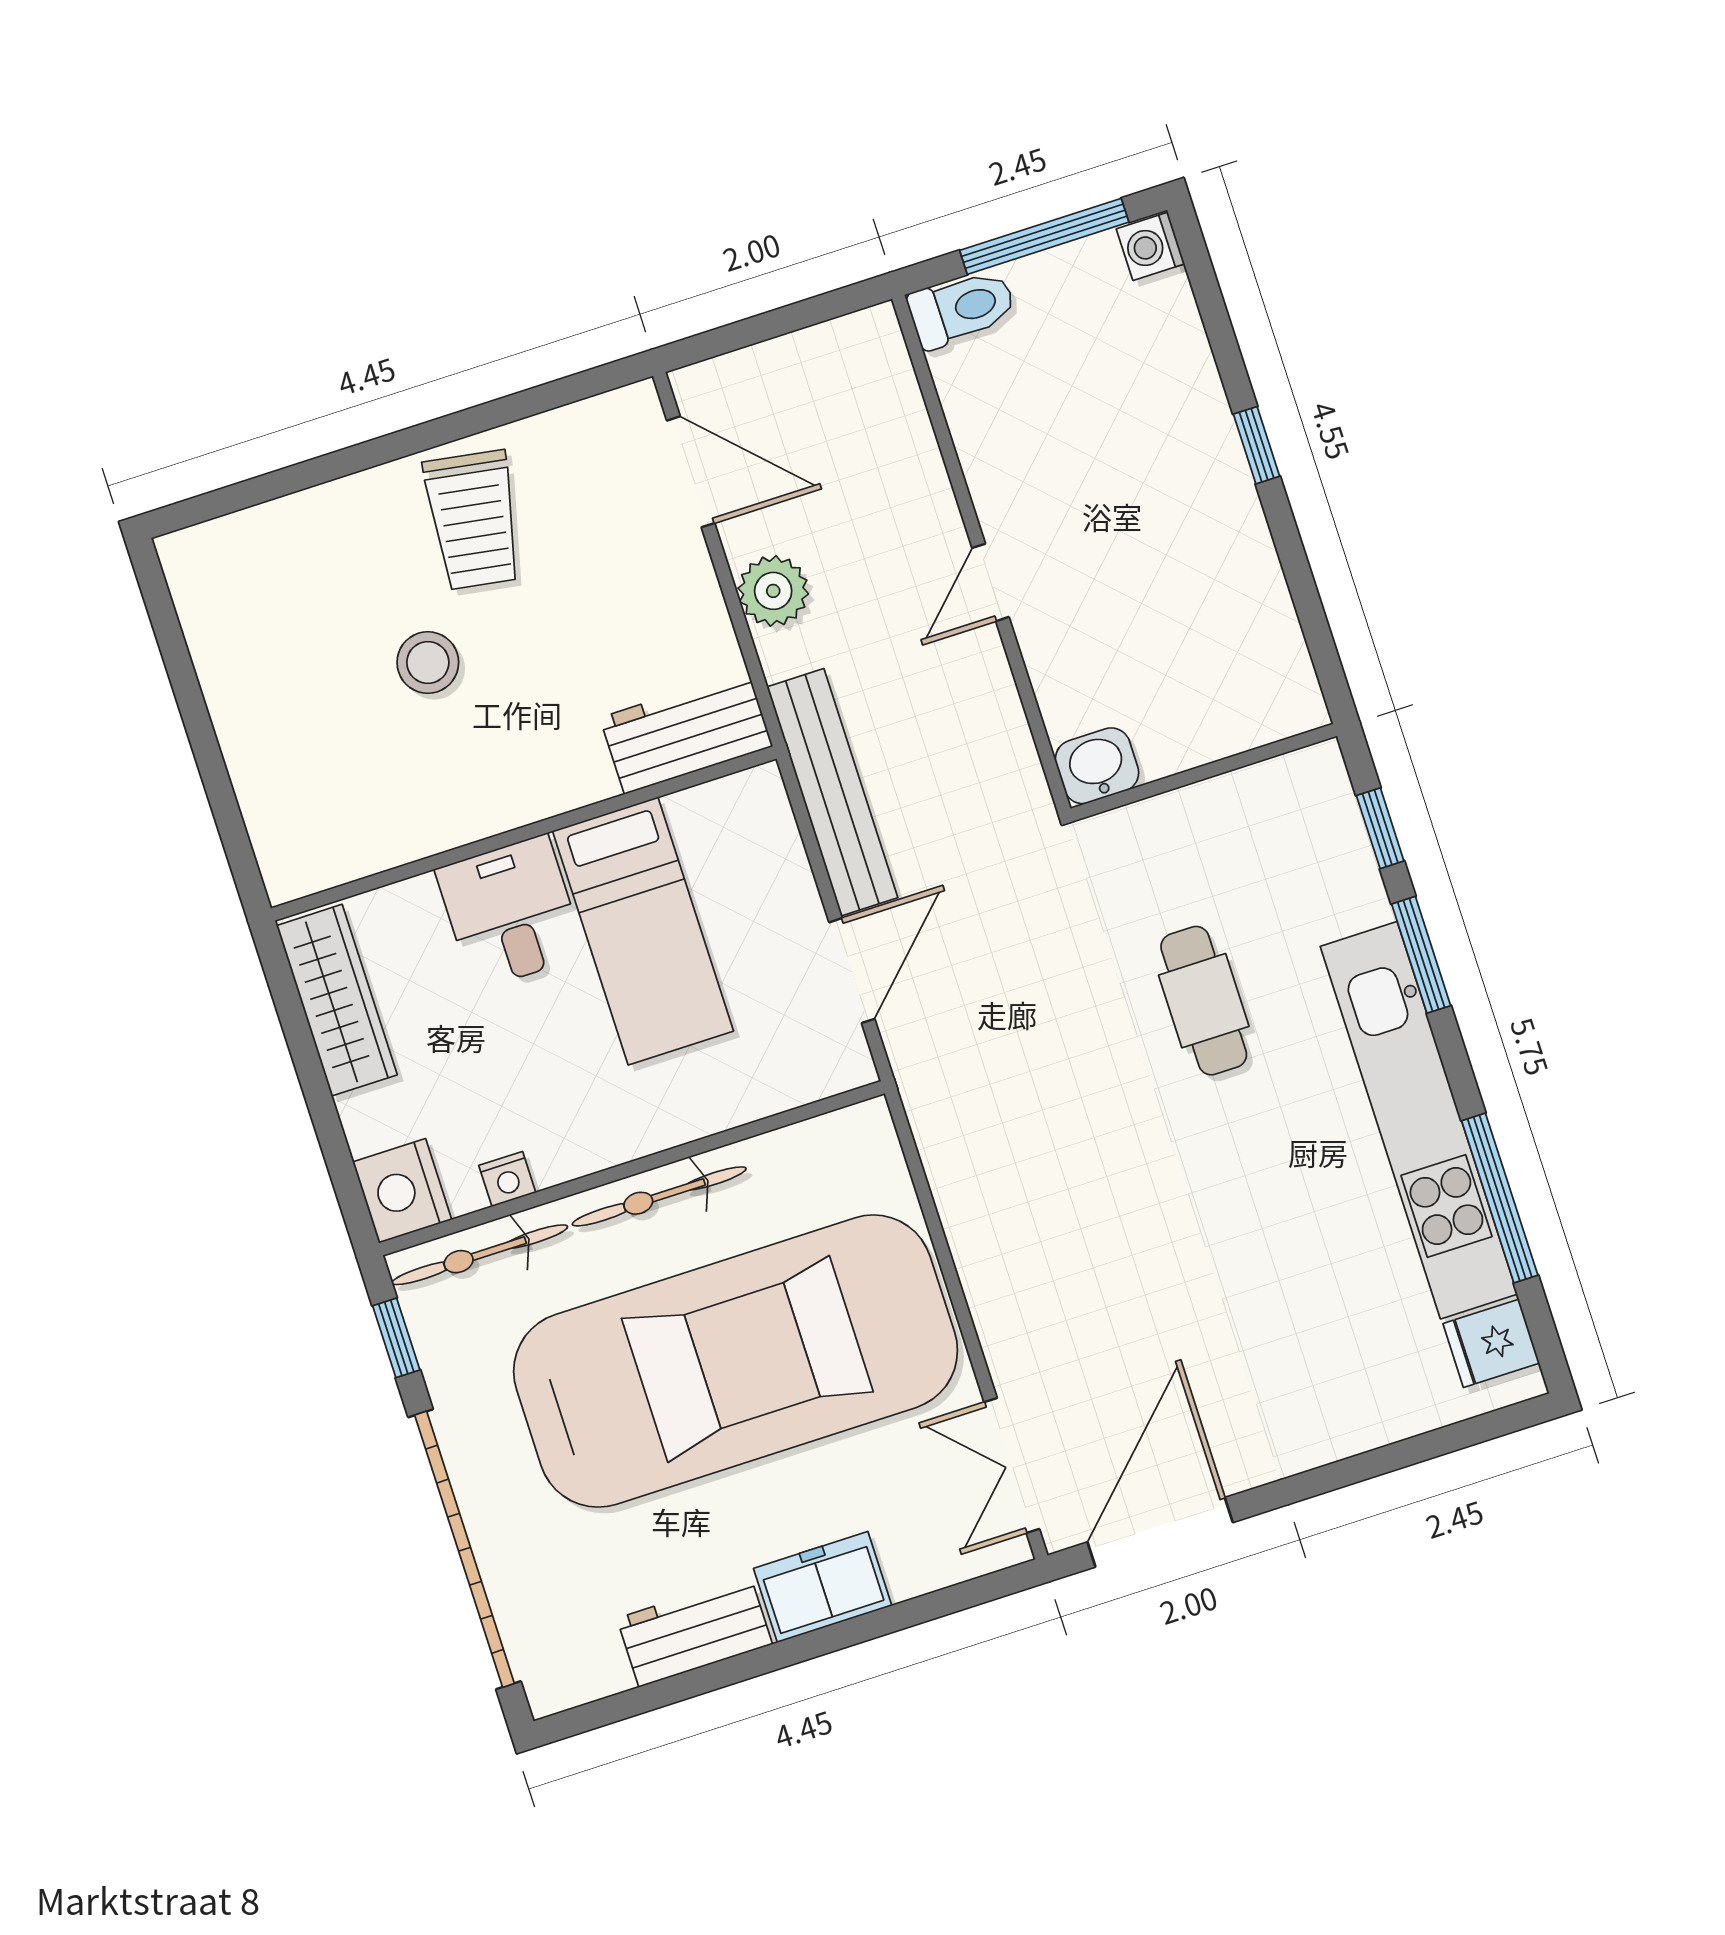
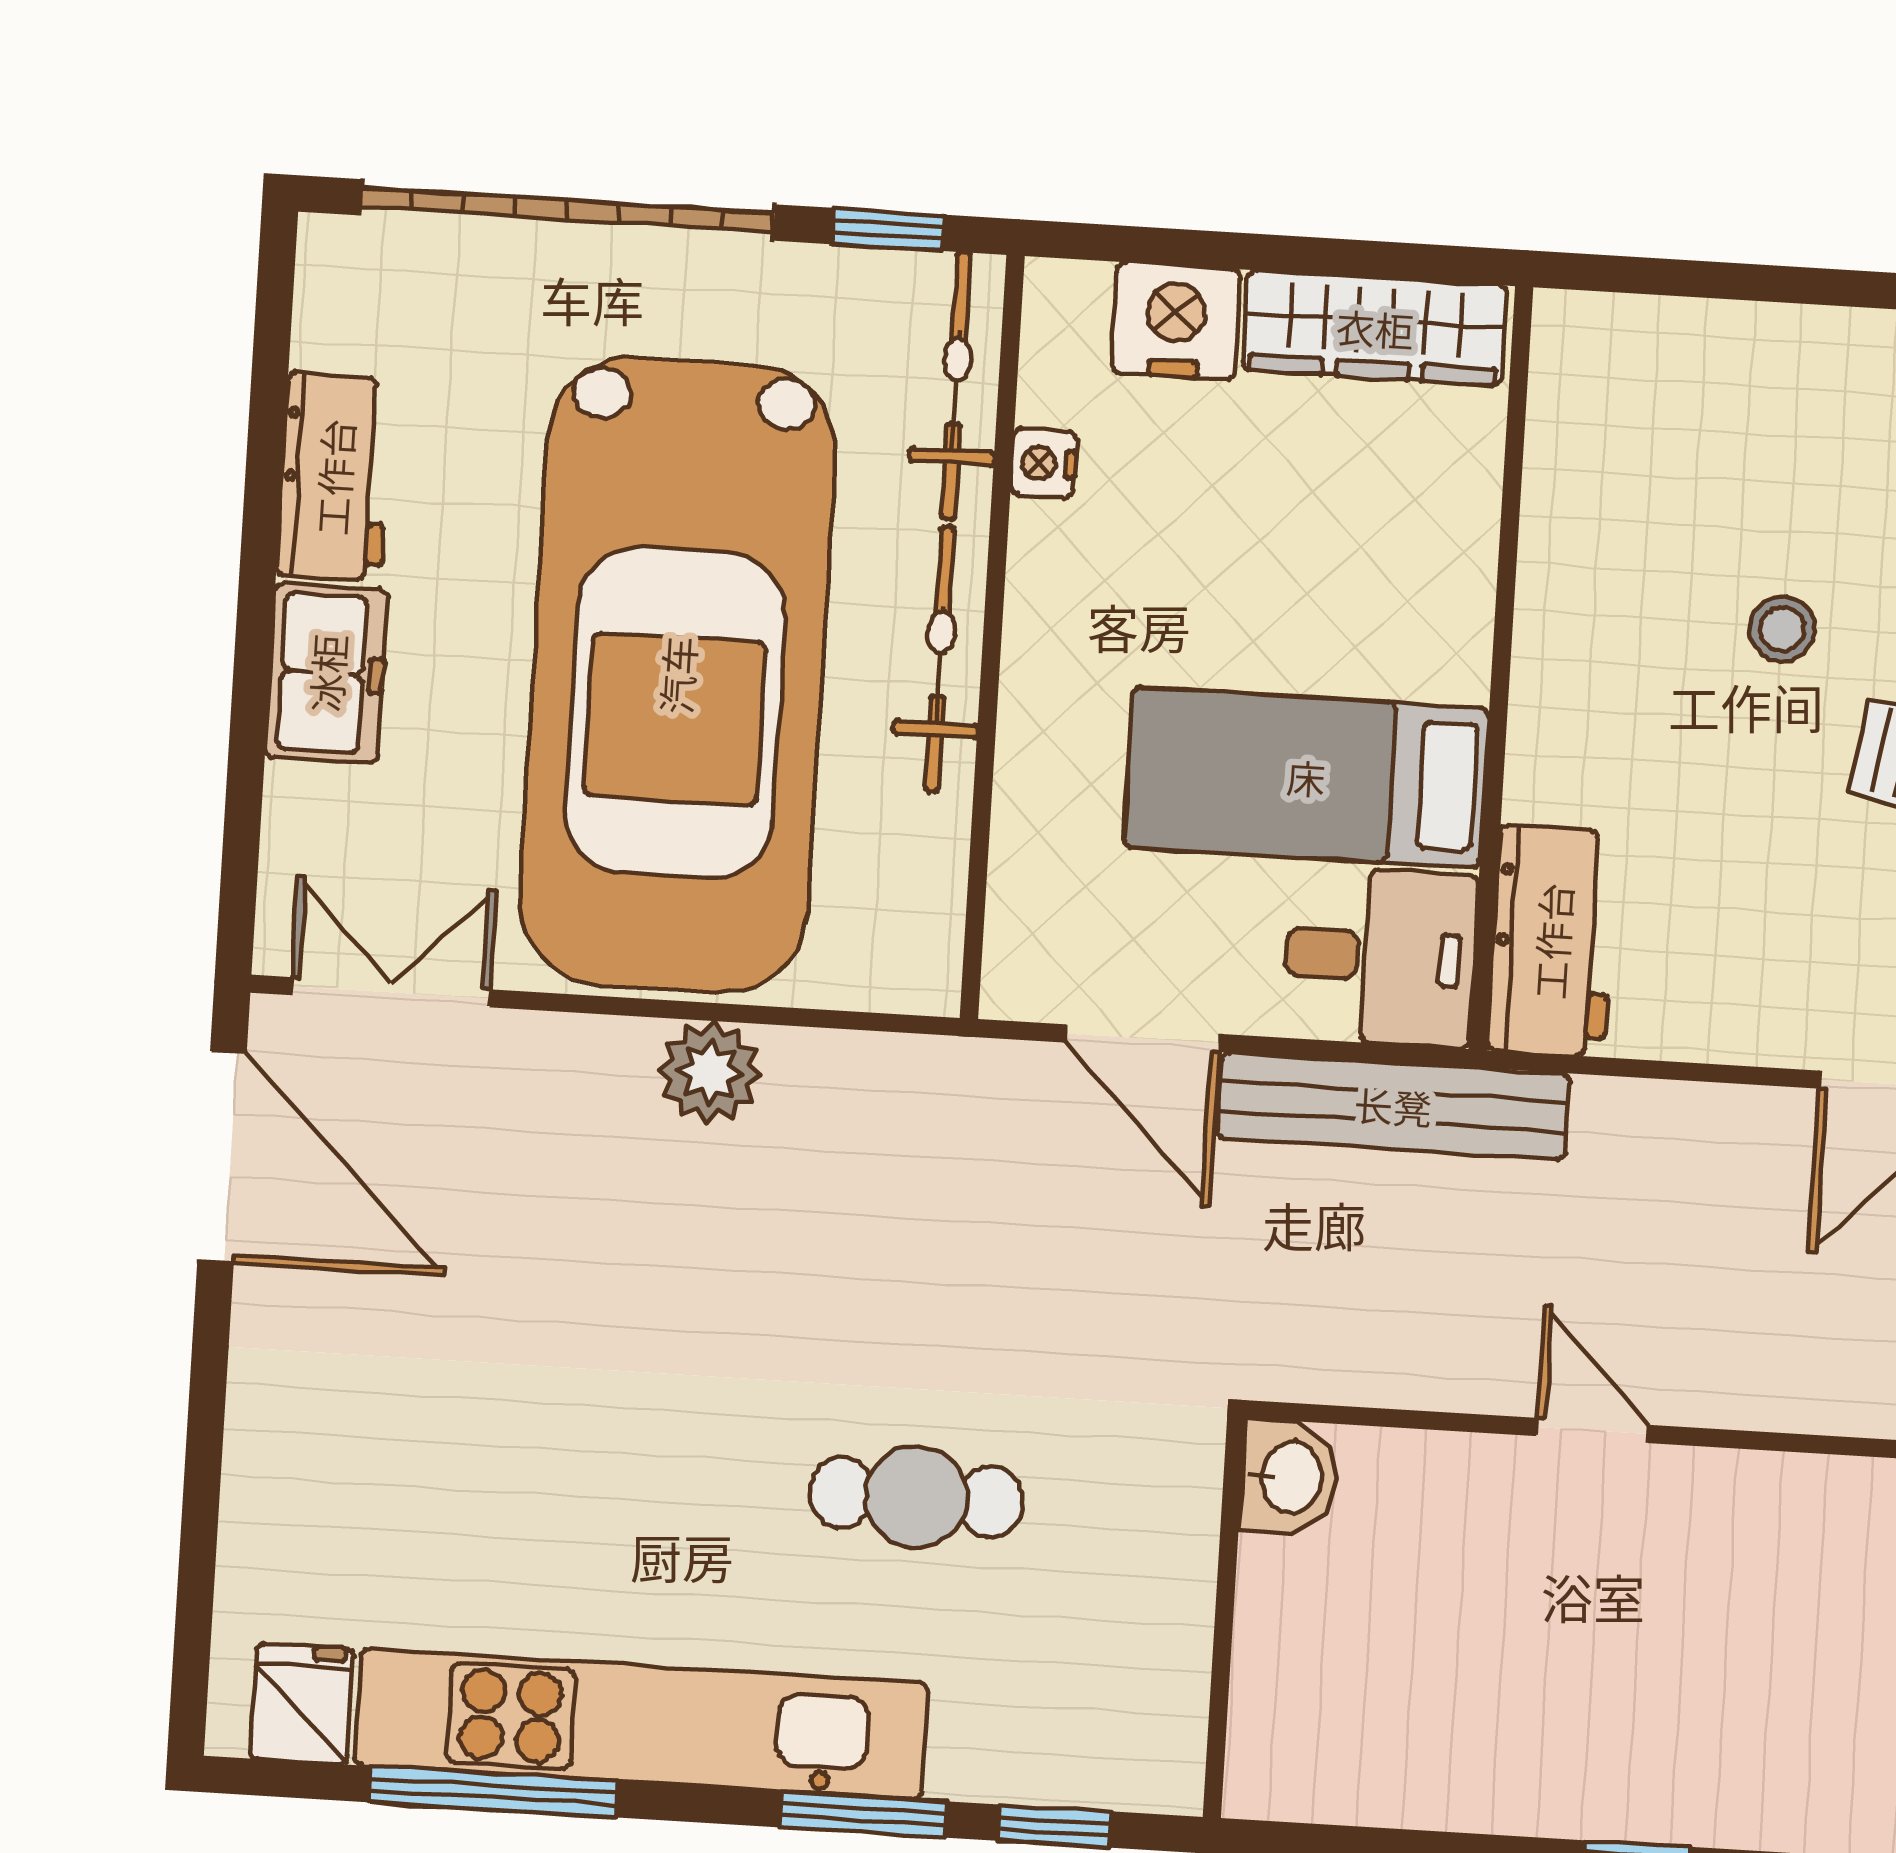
plant: (773, 591) -> (710, 1072), moved
stool: (428, 663) -> (1782, 629), width x0.73, depth x0.73
desk: (510, 912) -> (1380, 957), moved
nightstand: (402, 1191) -> (1176, 321), moved

